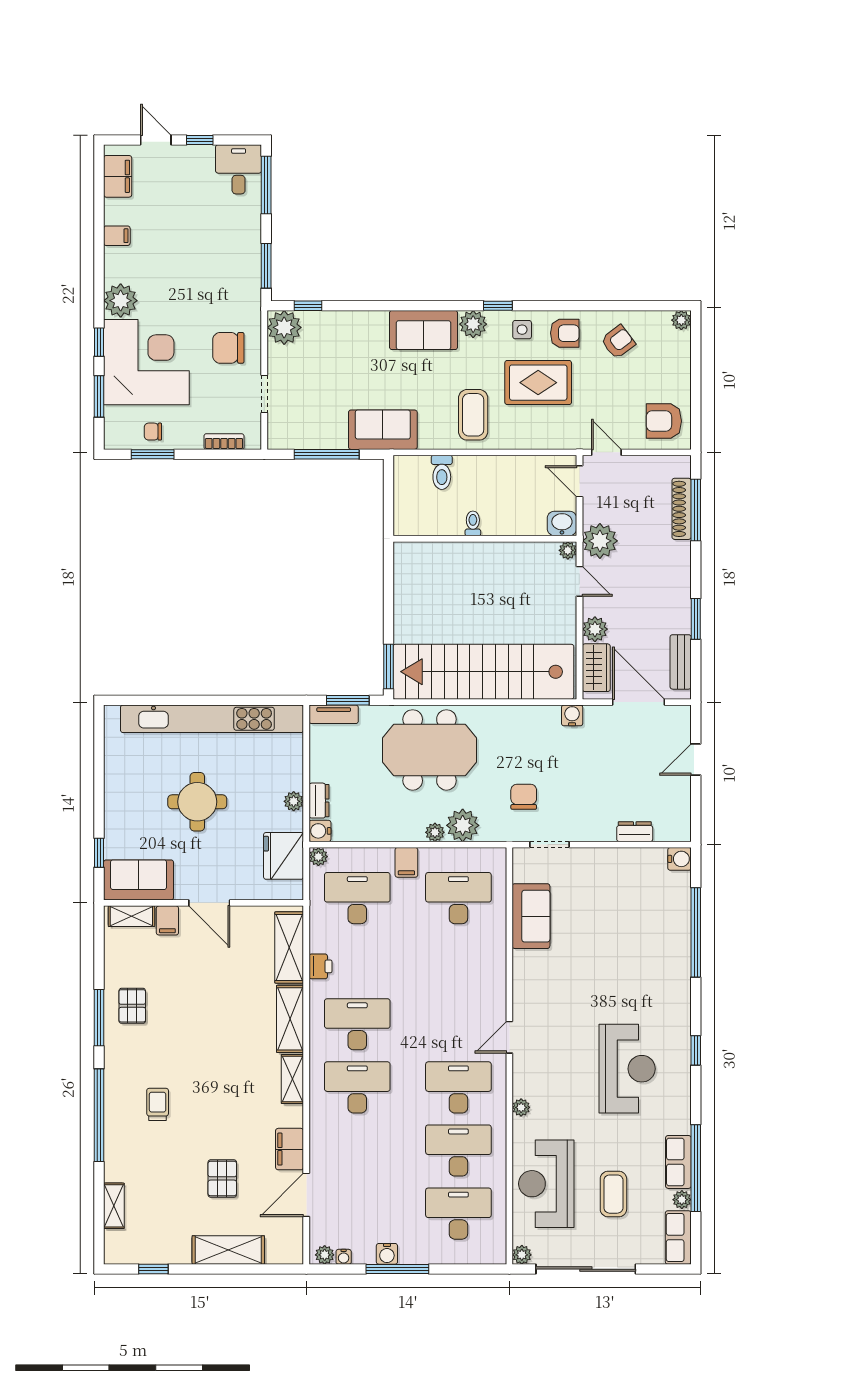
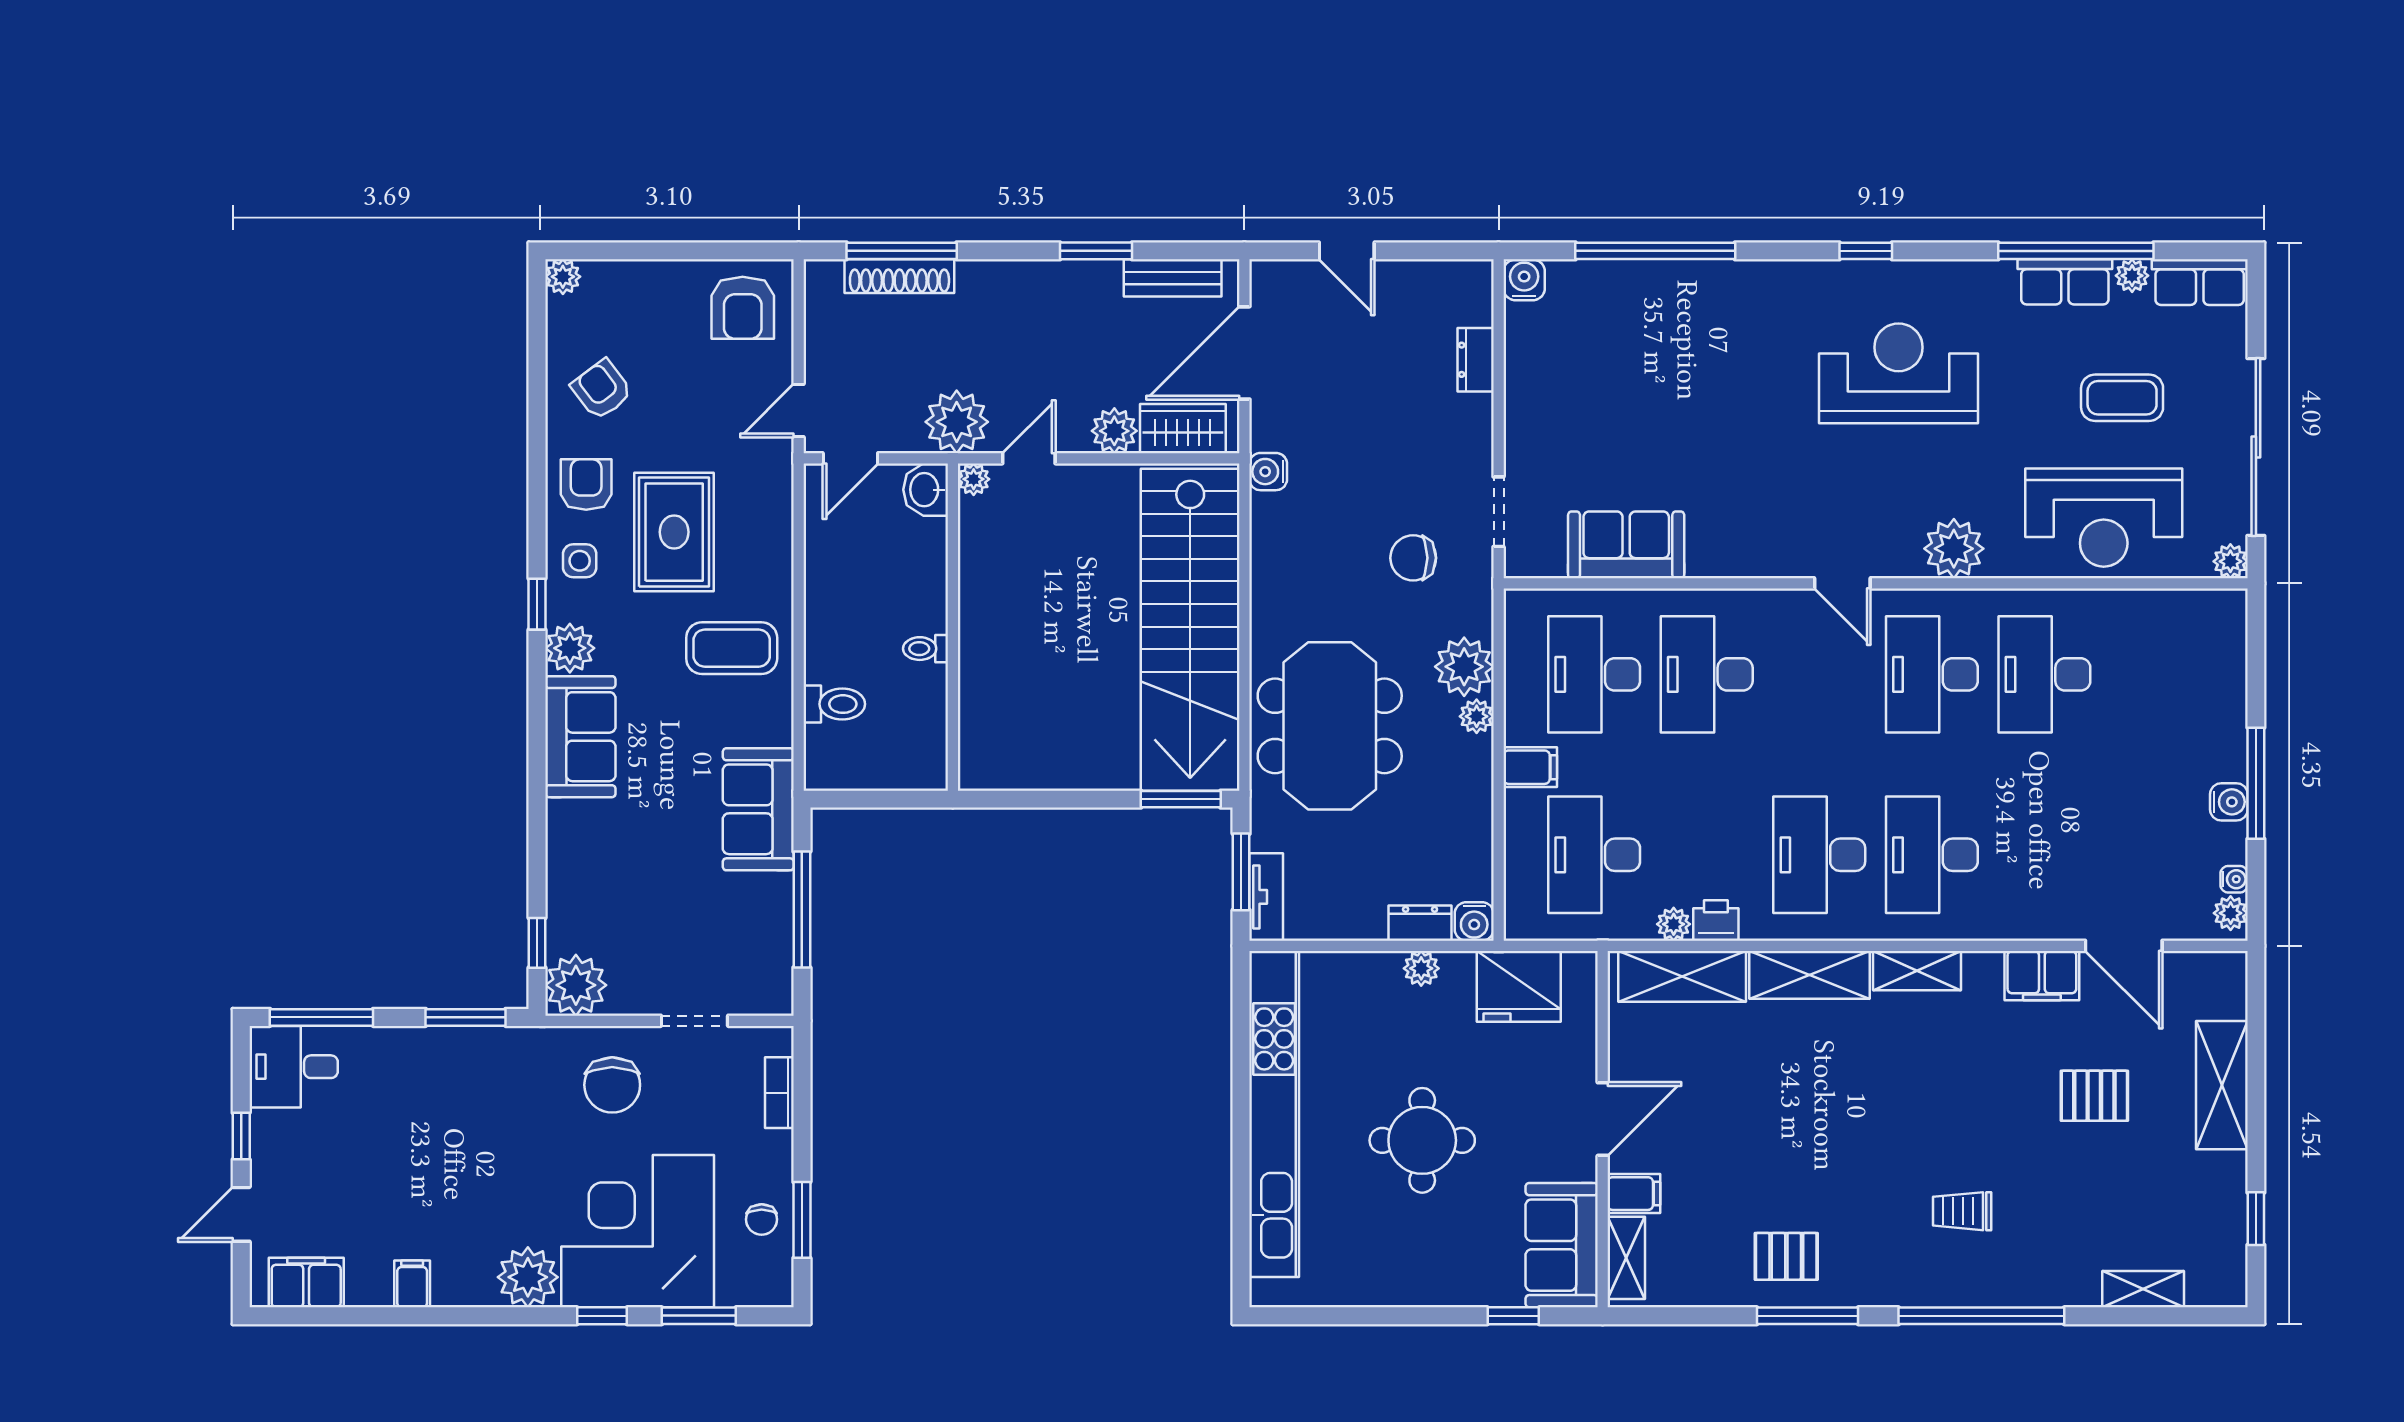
plant: (318, 857) -> (1674, 924), moved
plant: (521, 1107) -> (1954, 549), width x1.88, depth x1.88
desk: (458, 1214) -> (1707, 674), moved

